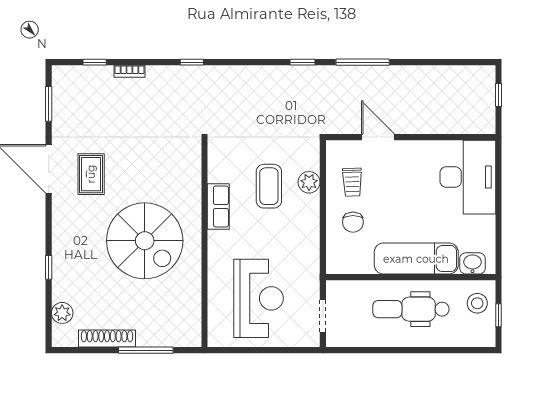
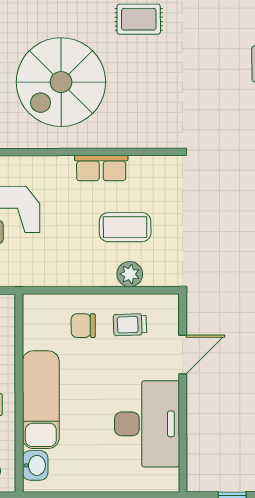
desk: (468, 177) -> (147, 424), moved, turned -90

